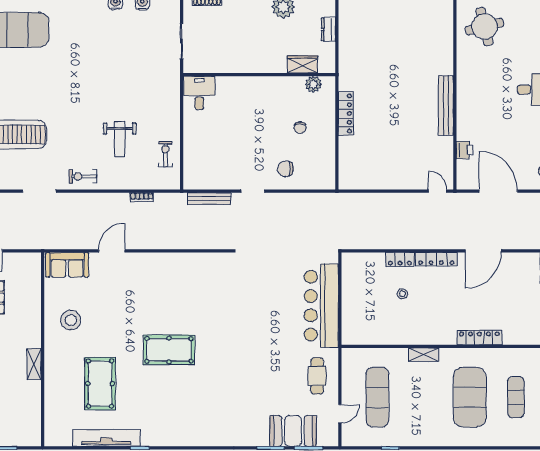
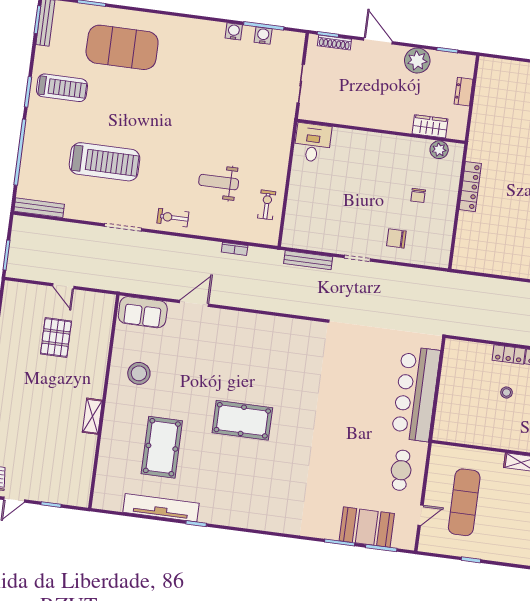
weight bench: (120, 139) -> (219, 182), turned 90

